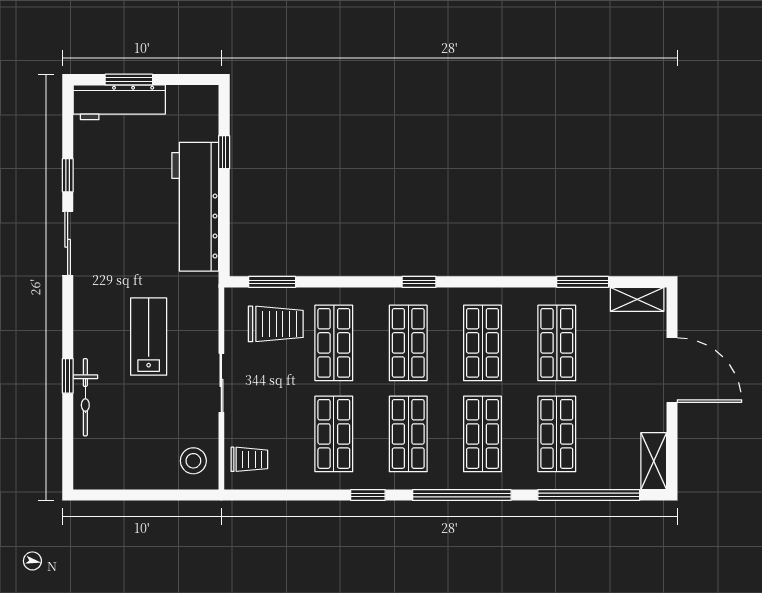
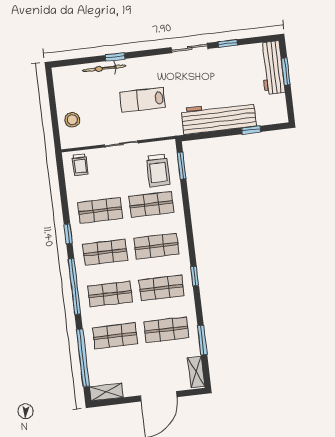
window: (419, 282) -> (195, 276), moved
lab bench: (149, 337) -> (143, 100), turned 180
stool: (193, 461) -> (72, 120), moved

